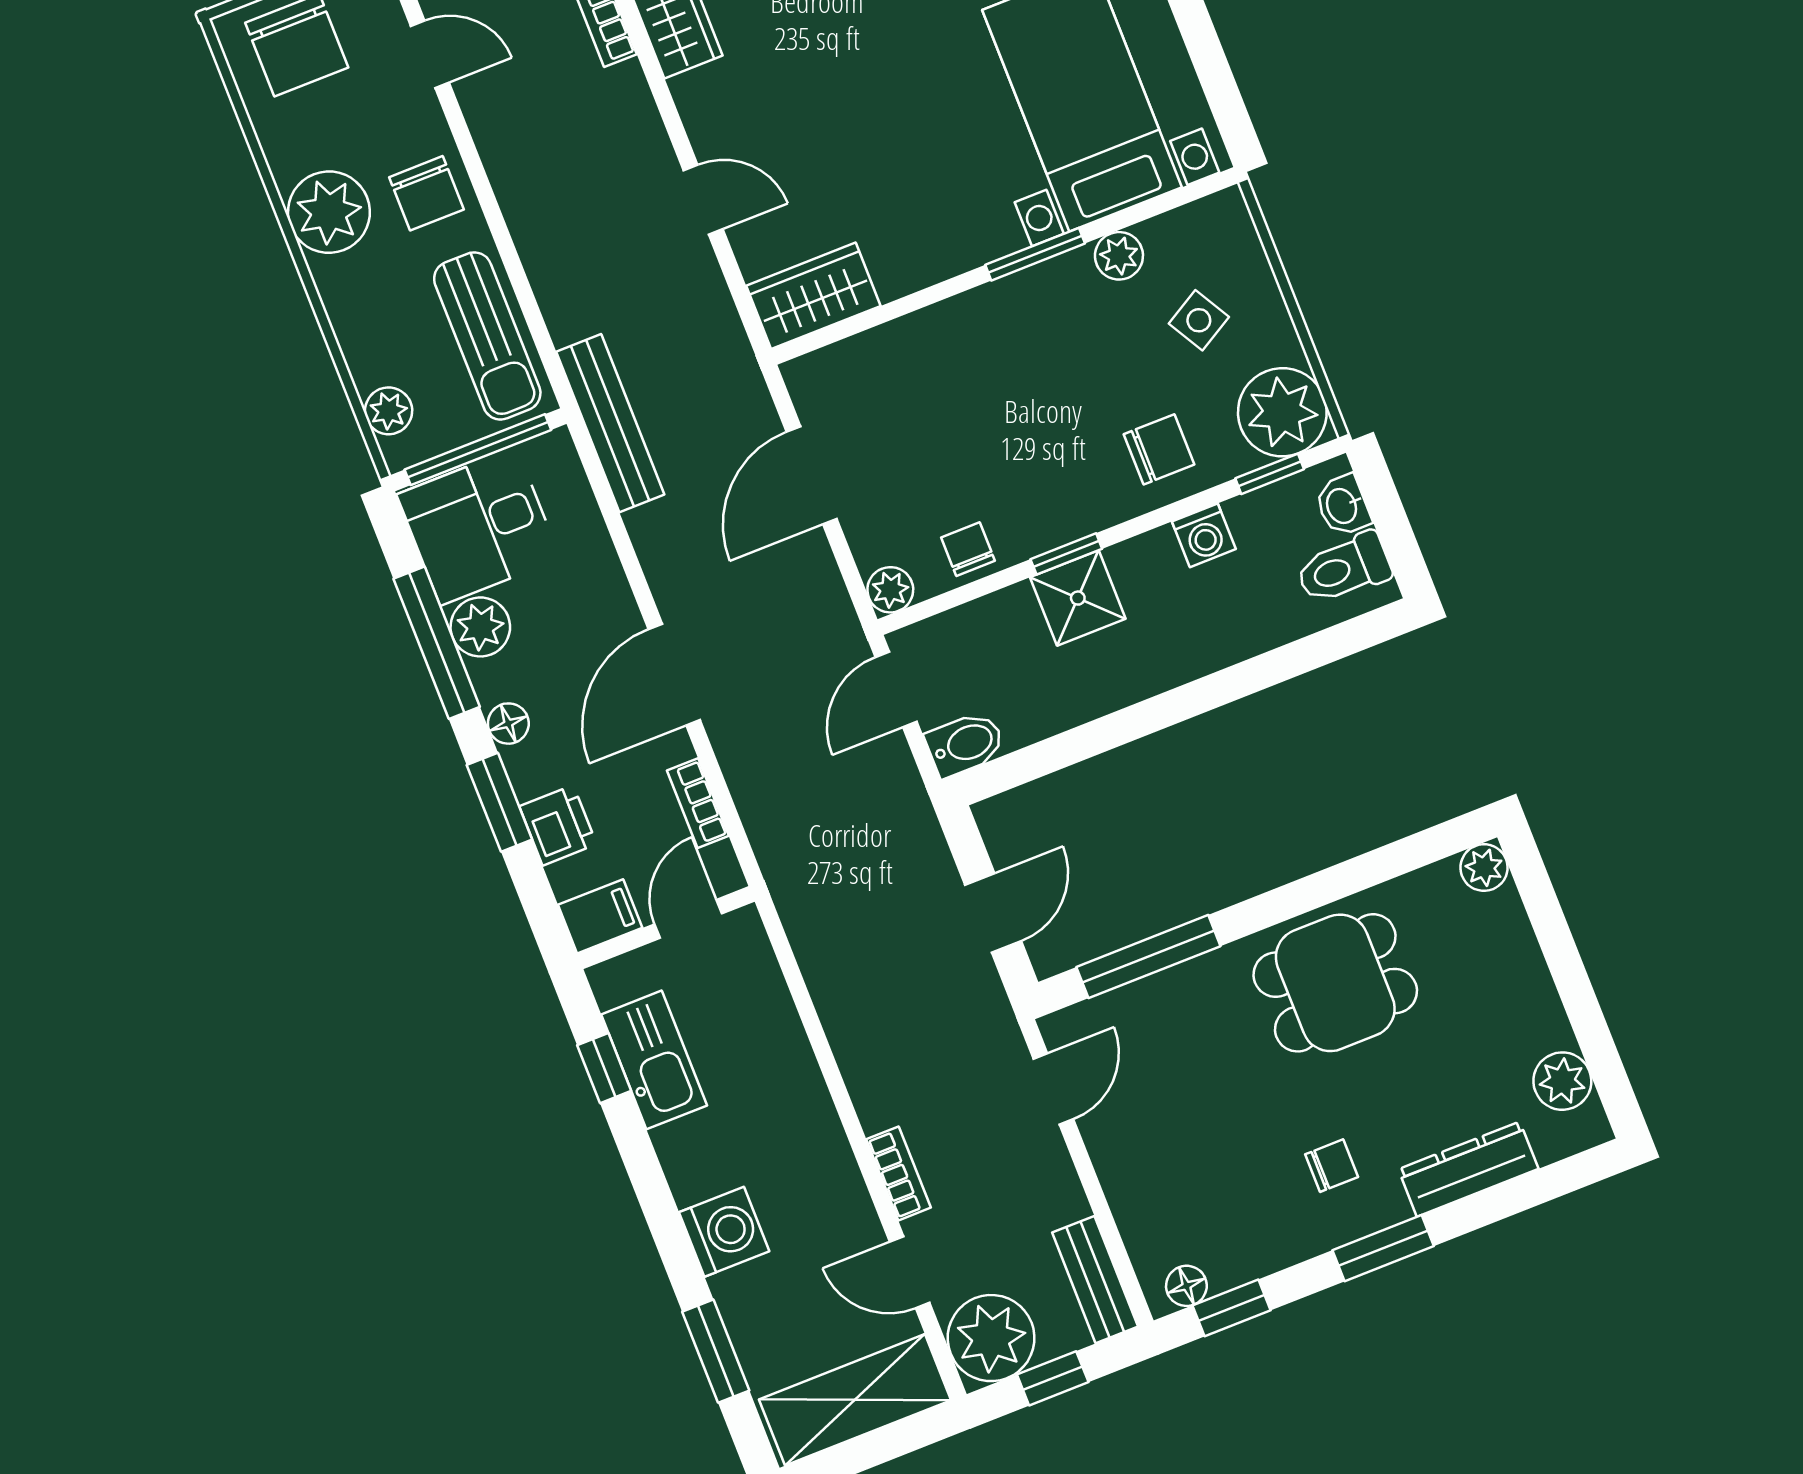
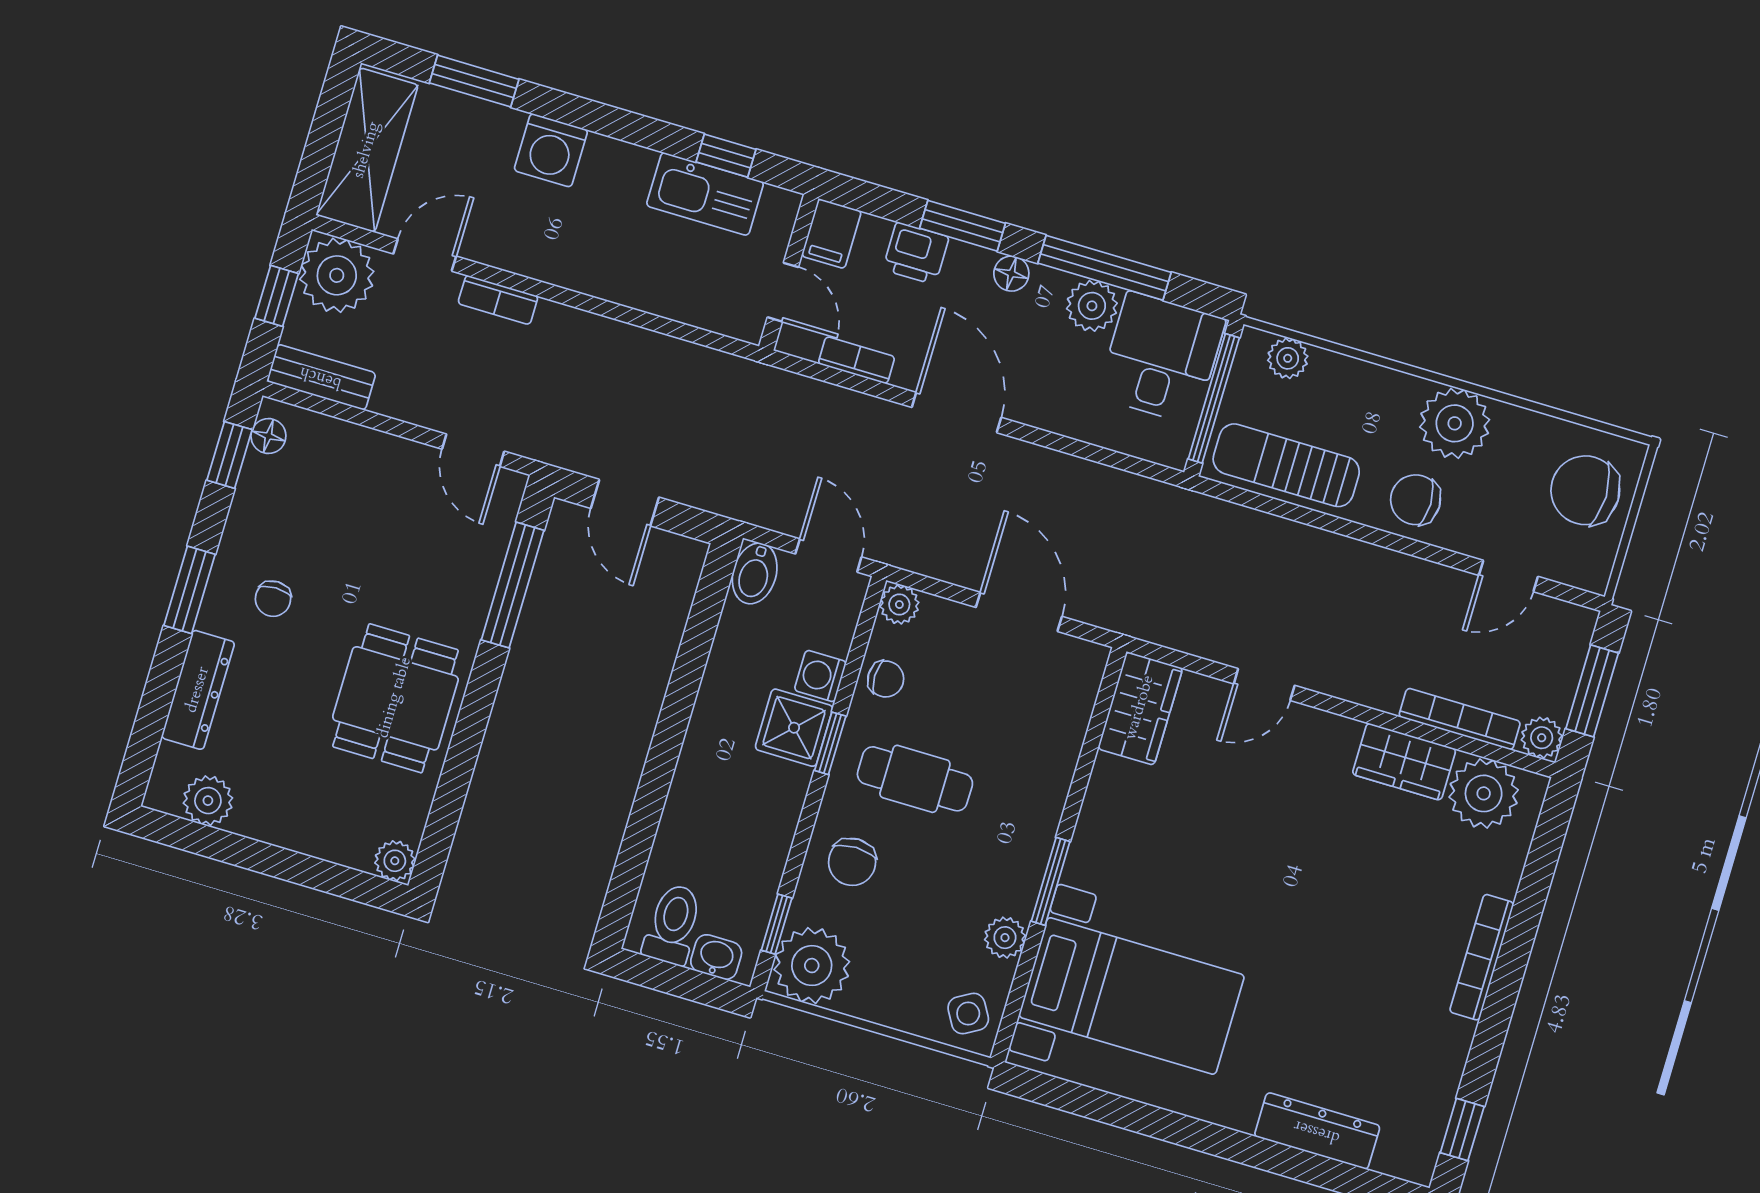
side table: (1199, 320) -> (968, 1014), moved
bench: (610, 423) -> (1162, 502), removed
cafe table: (1038, 451) -> (915, 779), added
washing machine: (1204, 535) -> (820, 676), moved

